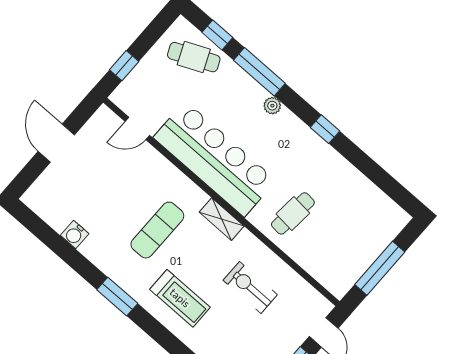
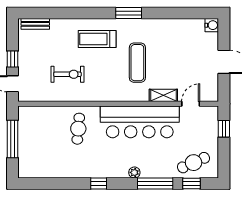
shelving: (222, 219) -> (163, 95), moved
water cooler: (75, 234) -> (212, 25), moved, turned 90

